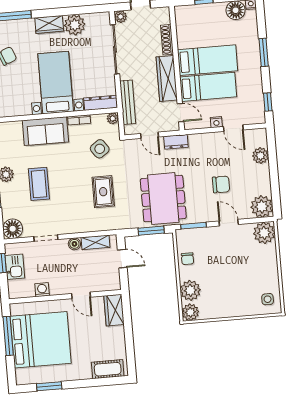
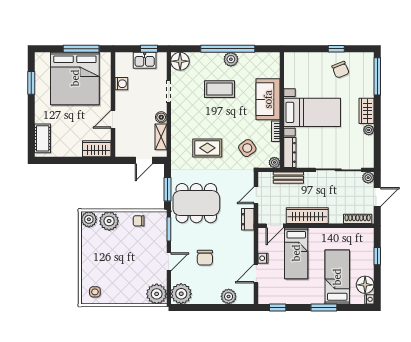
plant: (75, 25) -> (369, 130), width x0.53, depth x0.53
shoe rack: (167, 40) -> (358, 219), moved
bed: (208, 60) -> (337, 277), moved, turned 180
bench: (128, 102) -> (288, 178), width x0.73

